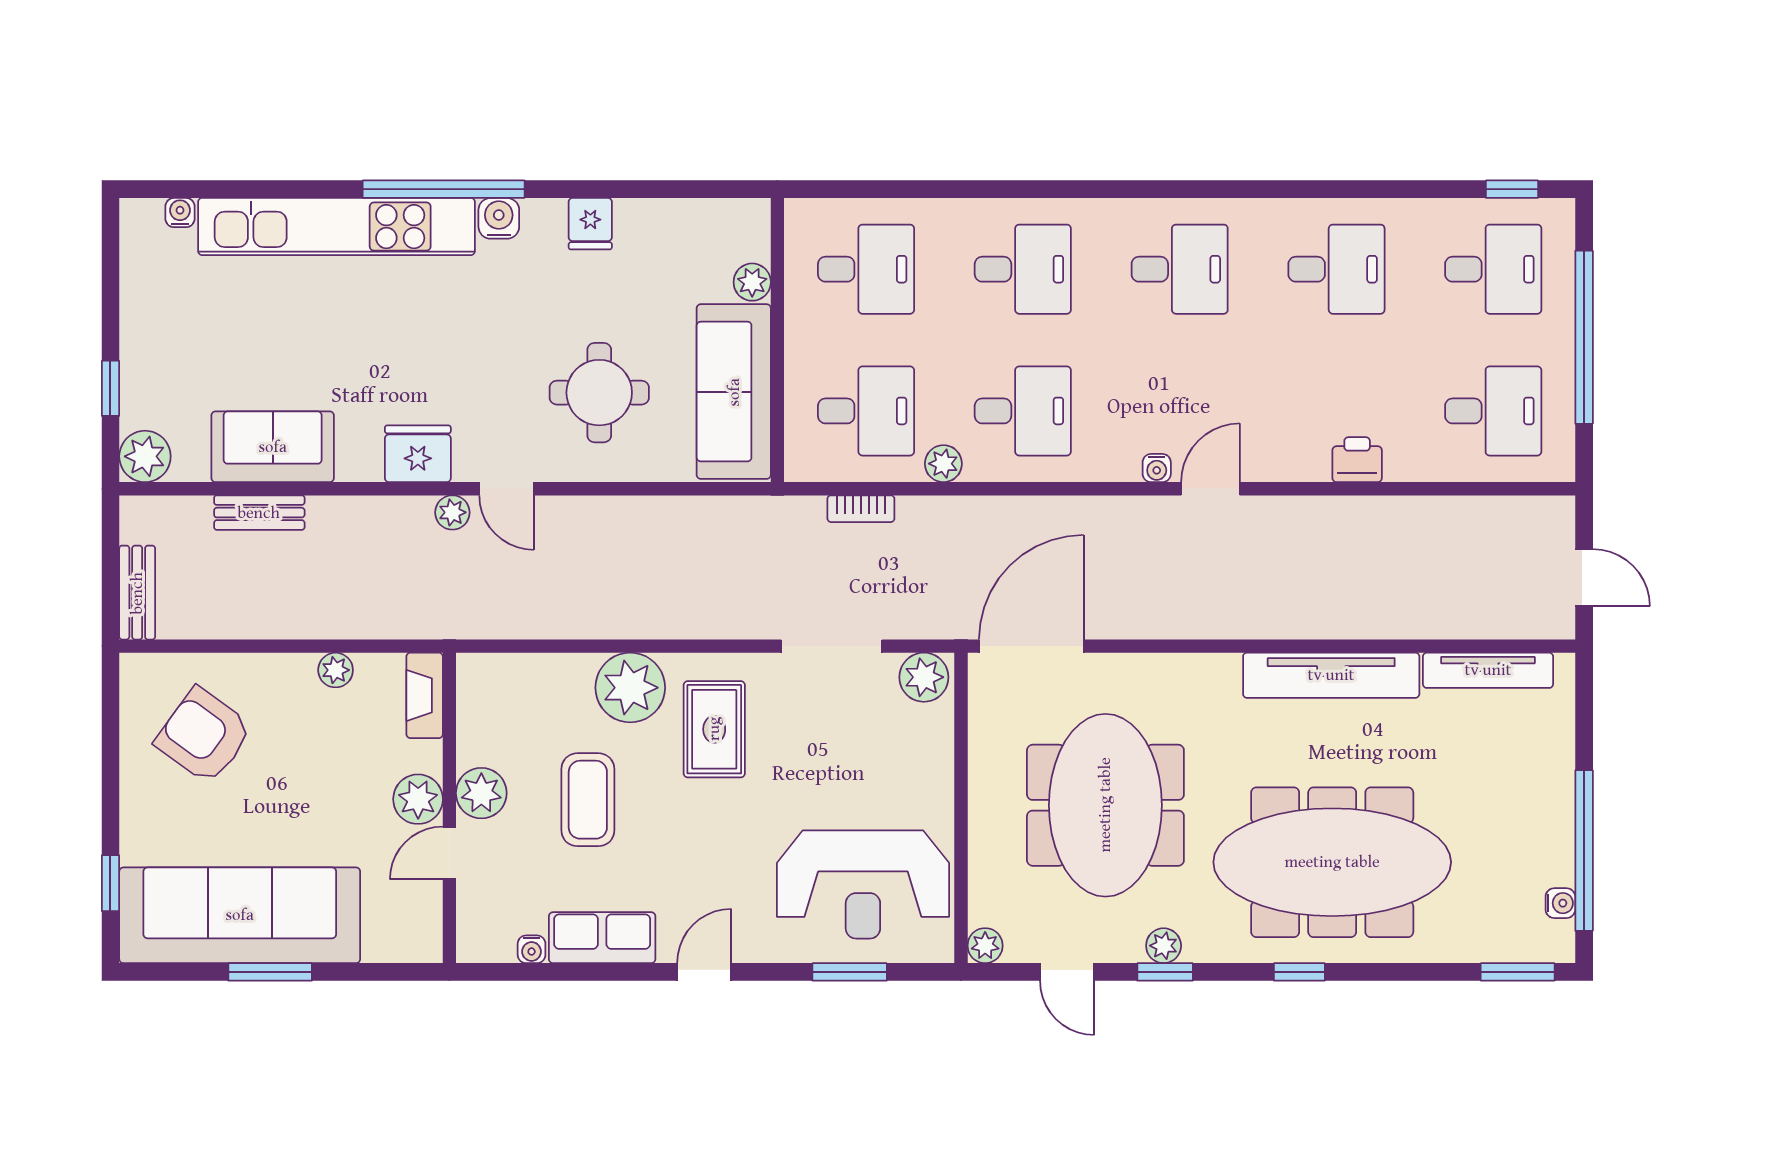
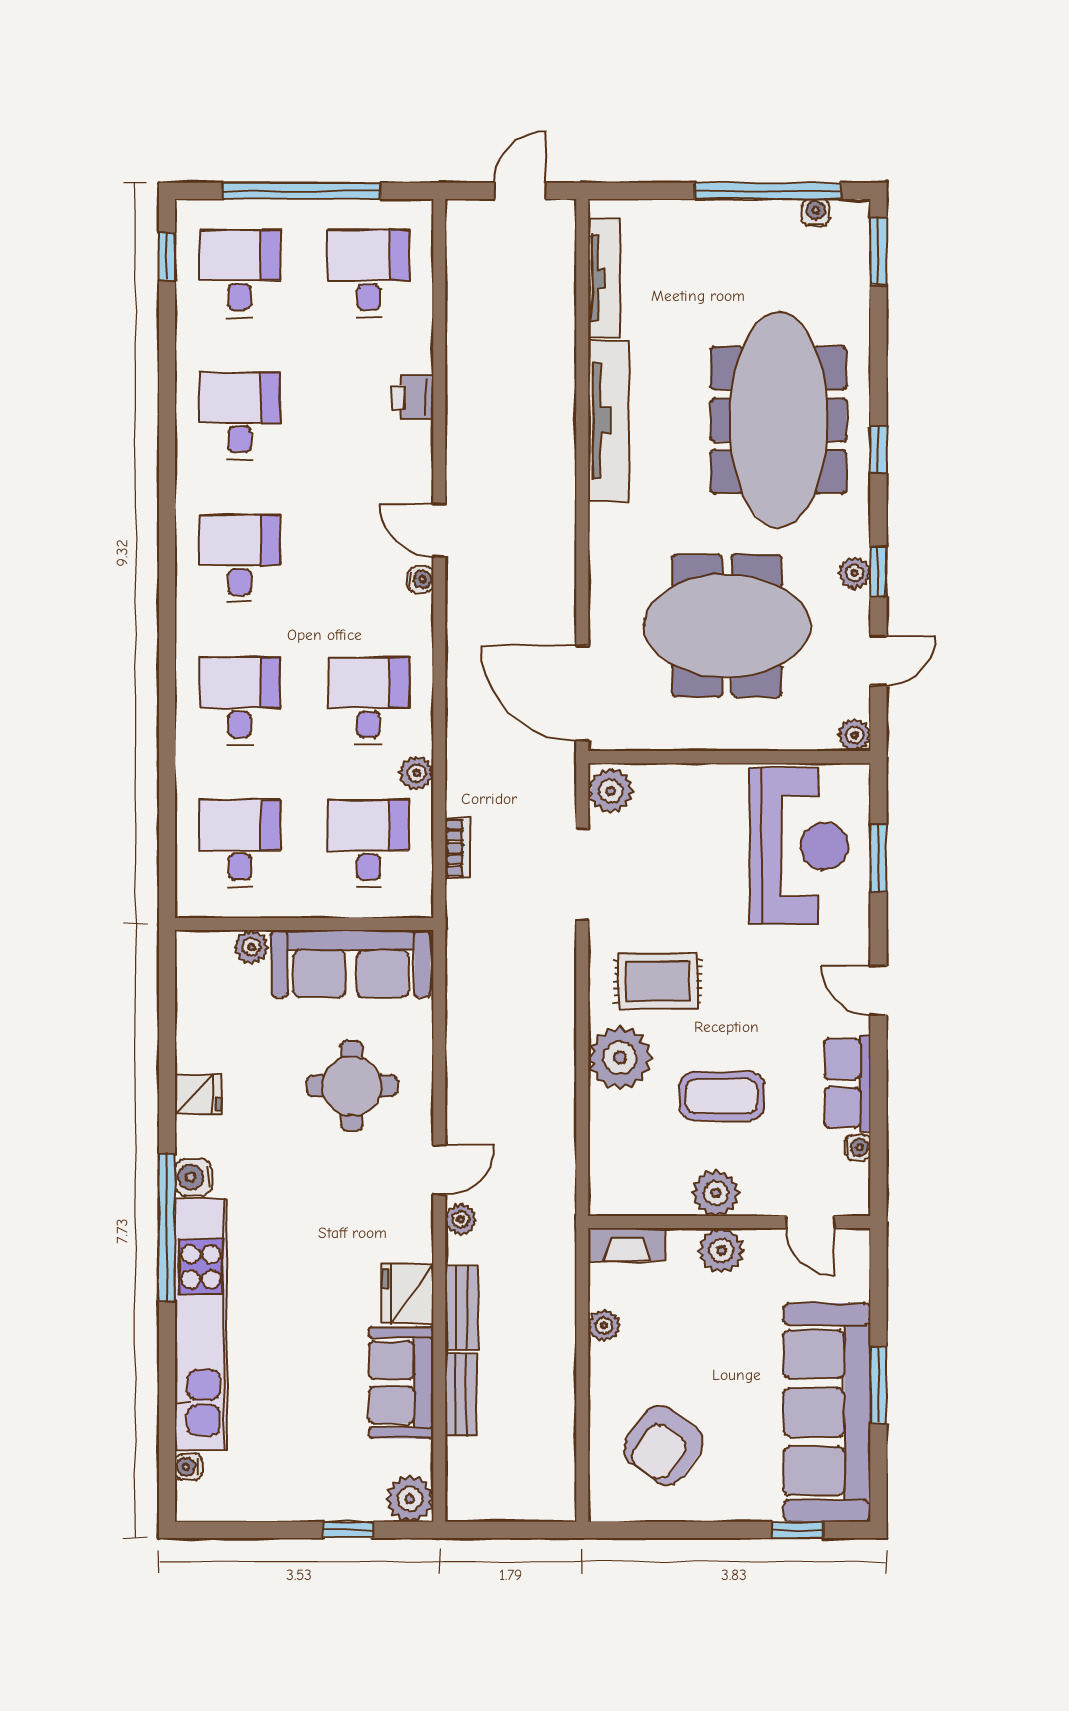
fridge: (418, 454) -> (407, 1294), moved
bench: (137, 593) -> (461, 1308), moved, turned 90
door: (449, 853) -> (810, 1222), moved

